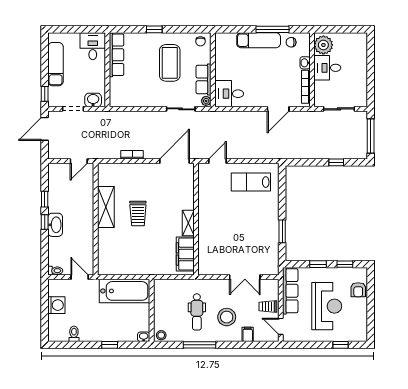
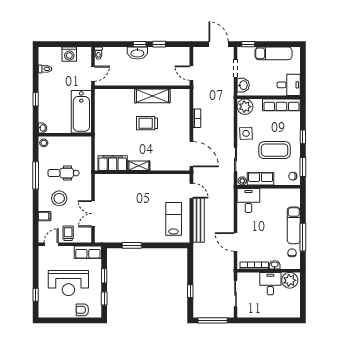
window: (190, 29) -> (303, 167), added
side table: (150, 97) -> (246, 133), added
plant: (118, 98) -> (245, 107), added
bench: (253, 153) -> (199, 220), added
row of seats: (290, 291) -> (88, 252), width x0.68

